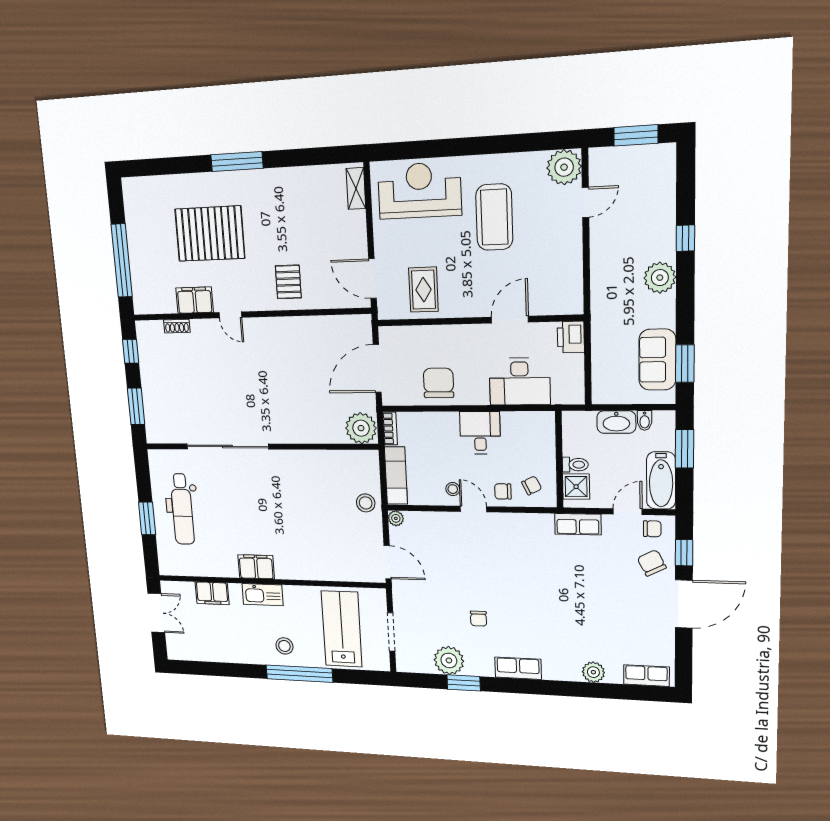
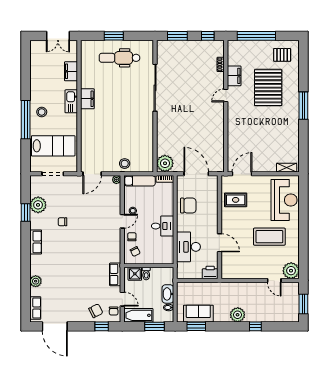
pallet: (288, 282) -> (282, 55), moved
door: (684, 604) -> (55, 326), moved

